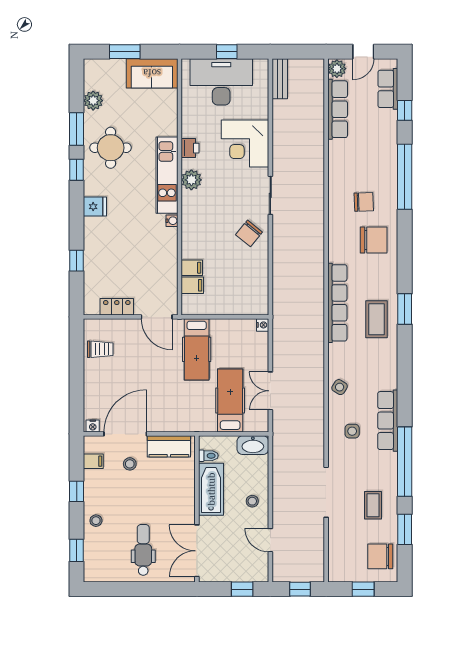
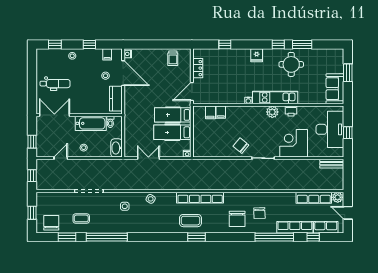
plant: (93, 101) -> (319, 54), removed
hospital bed: (230, 401) -> (172, 132), moved, turned 180
row of seats: (388, 421) -> (295, 227), moved

